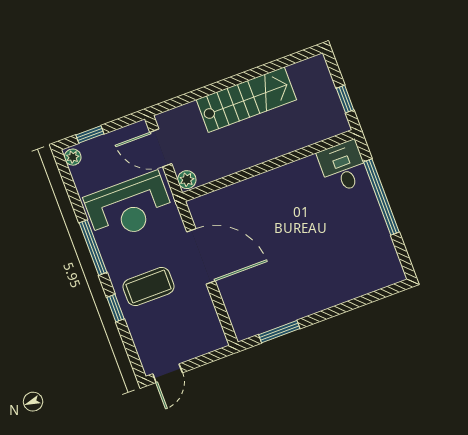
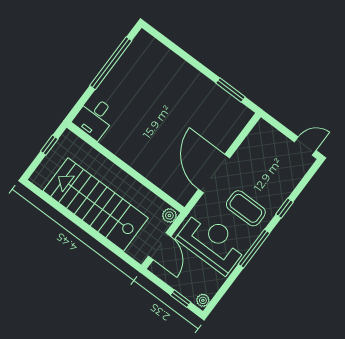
stairs: (246, 100) -> (96, 204), width x1.36, depth x1.51
window: (381, 197) -> (111, 63), moved
coffee table: (148, 287) -> (246, 208), moved

